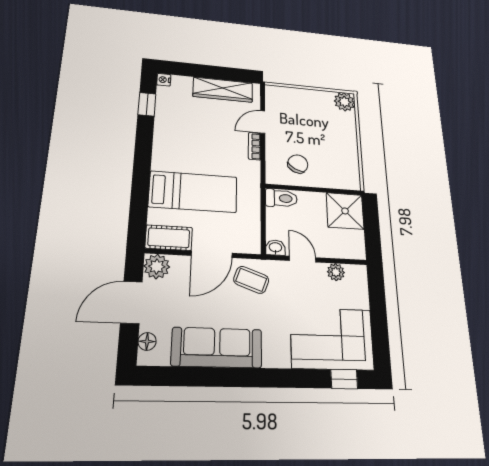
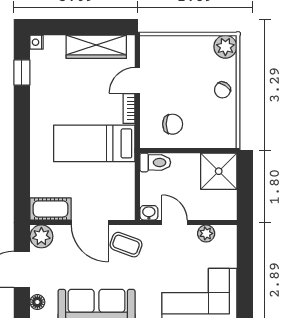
chair: (344, 138) -> (222, 90), added
chair: (298, 164) -> (173, 124), turned 62
bed: (193, 192) -> (94, 143), moved, turned 180
door: (212, 254) -> (90, 223), hinge flipped

